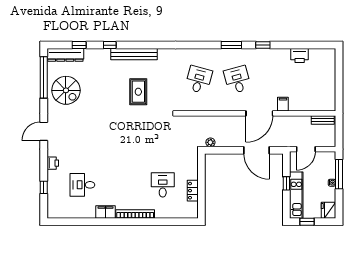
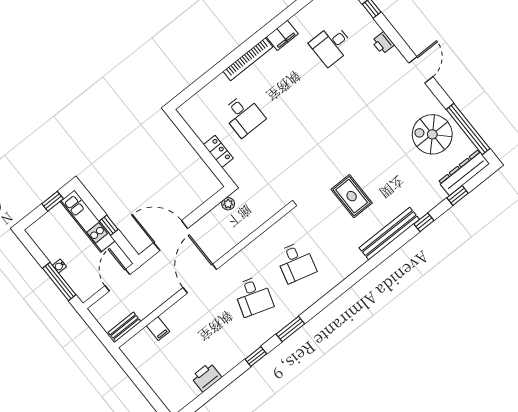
desk: (237, 80) -> (253, 296), turned 33
filing cabinet: (283, 104) -> (158, 329), moved
desk: (82, 185) -> (331, 45), turned 180
locker: (193, 191) -> (218, 151), moved
fridge: (329, 210) -> (39, 233), removed

